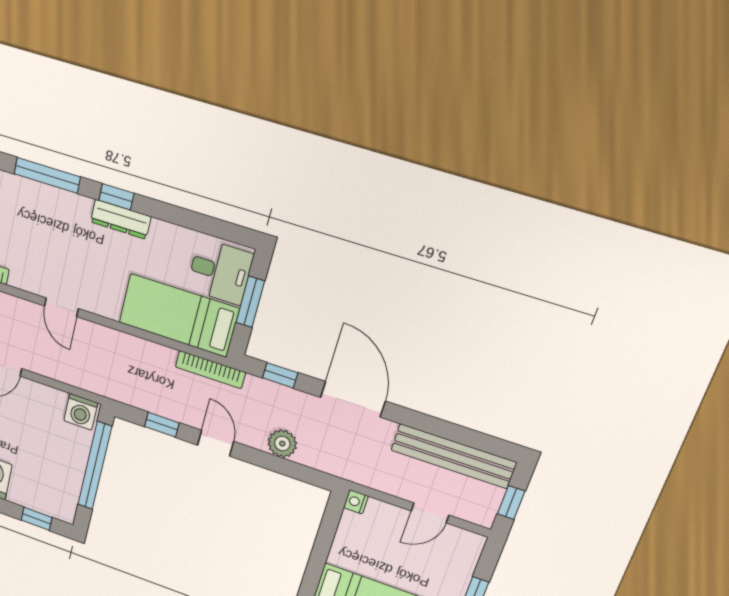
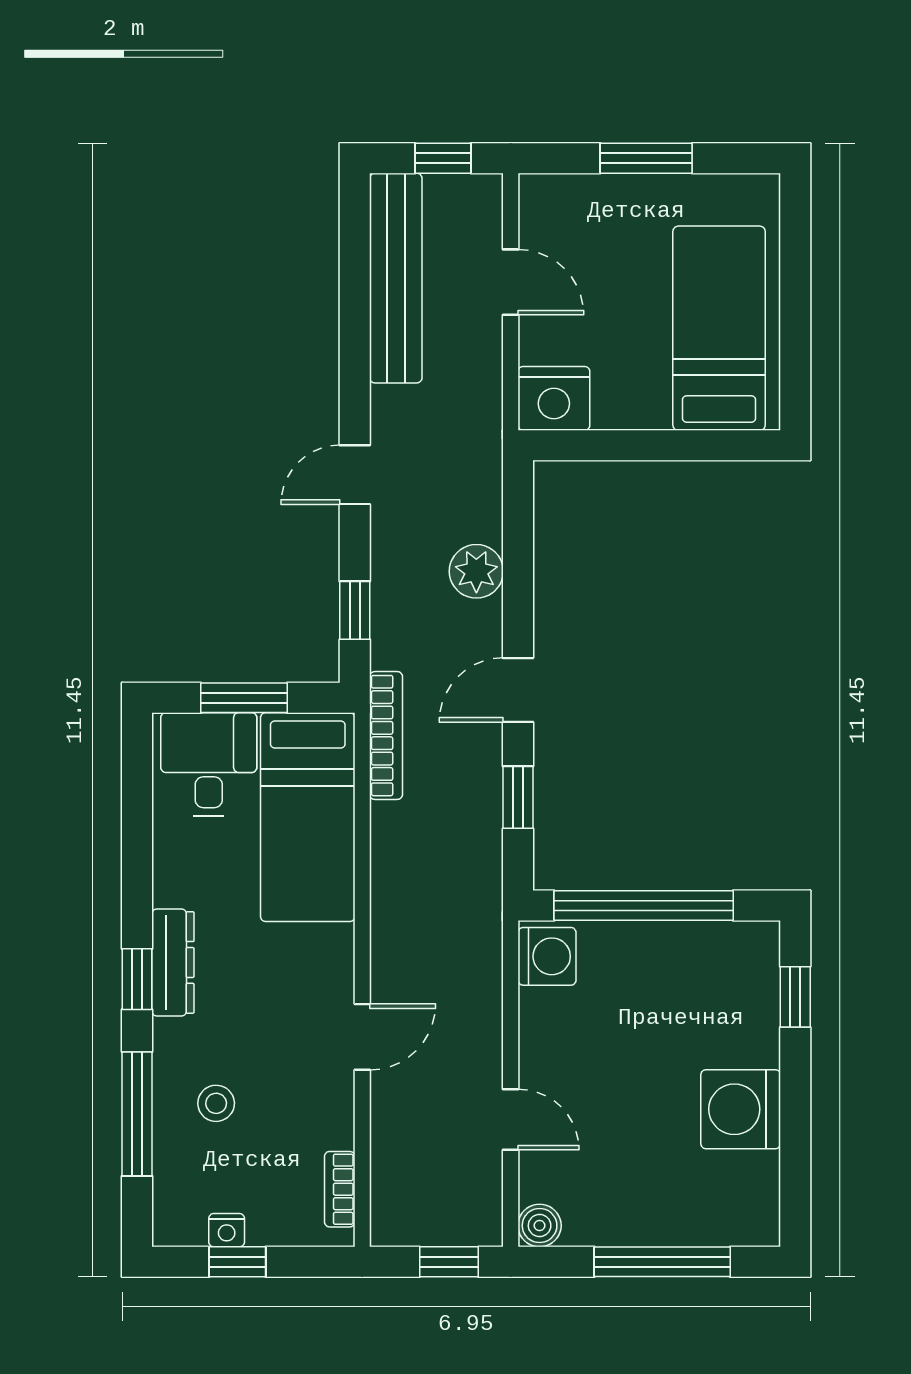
stool: (44, 220) -> (216, 1103), added
door: (353, 399) -> (355, 475), width x0.53
nightstand: (356, 502) -> (554, 398), width x1.89, depth x1.79

